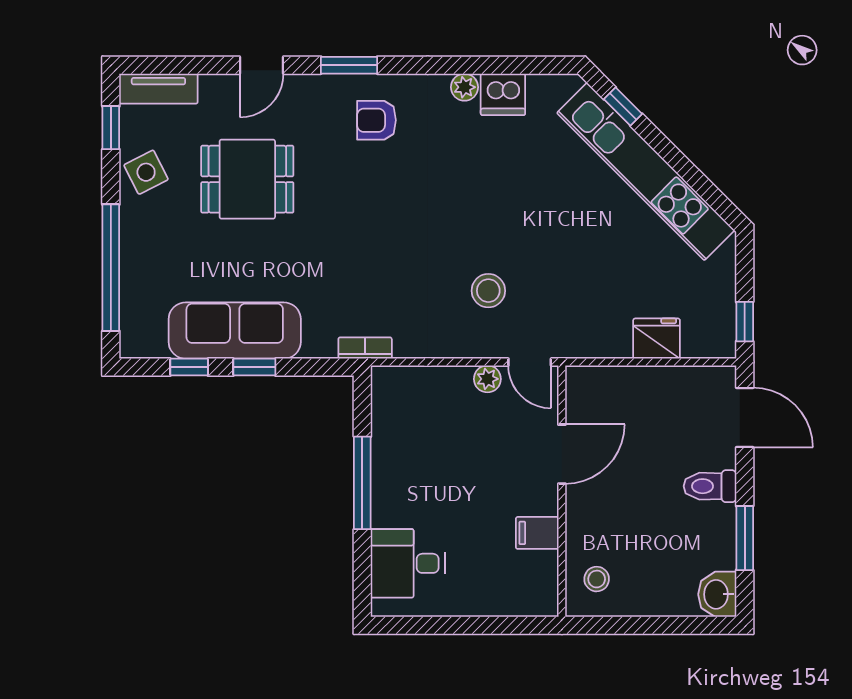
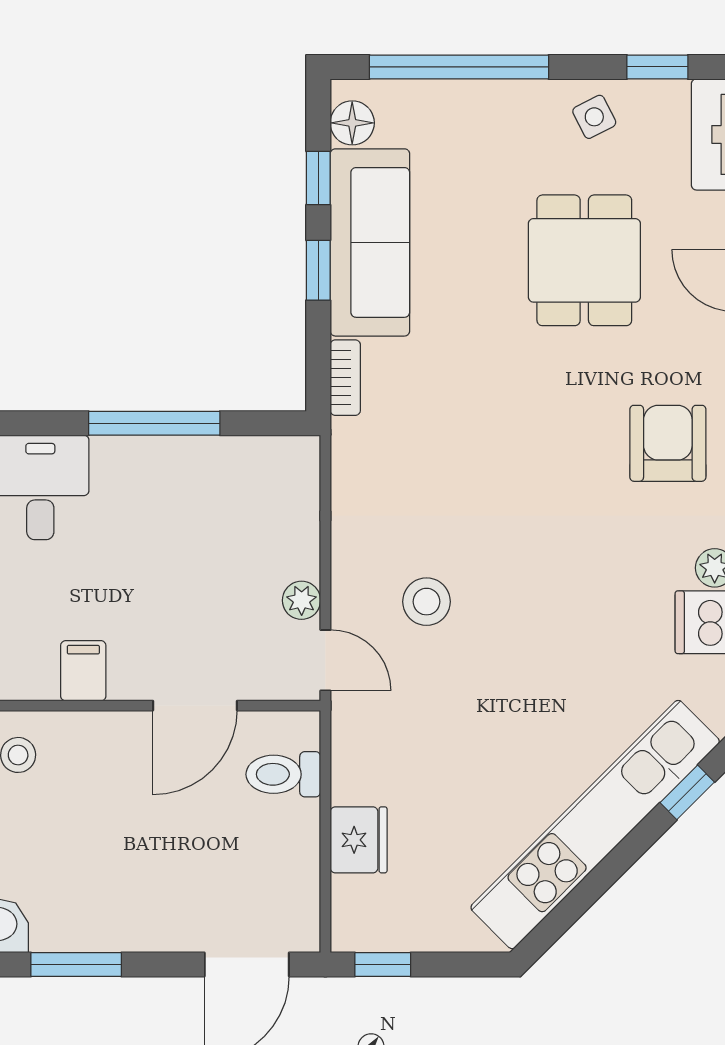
armchair: (377, 120) -> (668, 443), width x1.38, depth x1.38
side table: (146, 172) -> (594, 117), width x0.73, depth x0.73
floor lamp: (150, 343) -> (352, 123), added
bookcase: (365, 348) -> (345, 378), moved
door: (530, 362) -> (325, 660), swing flipped
door: (562, 454) -> (195, 706), hinge flipped
toilet: (710, 486) -> (283, 774), moved, turned -90

